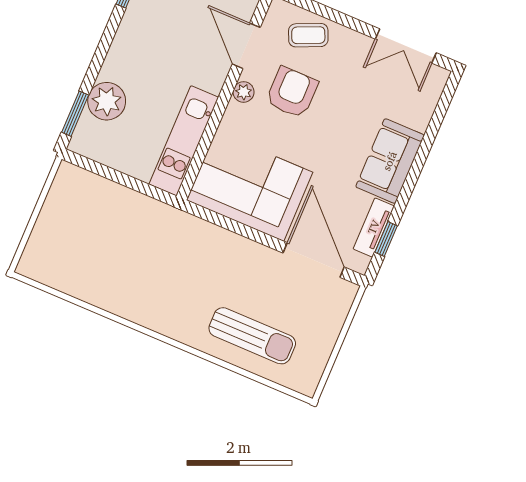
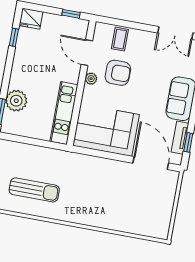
coffee table: (308, 35) -> (120, 39), turned -66
armchair: (292, 92) -> (118, 73), turned 90
sun lounger: (252, 336) -> (34, 190), moved

